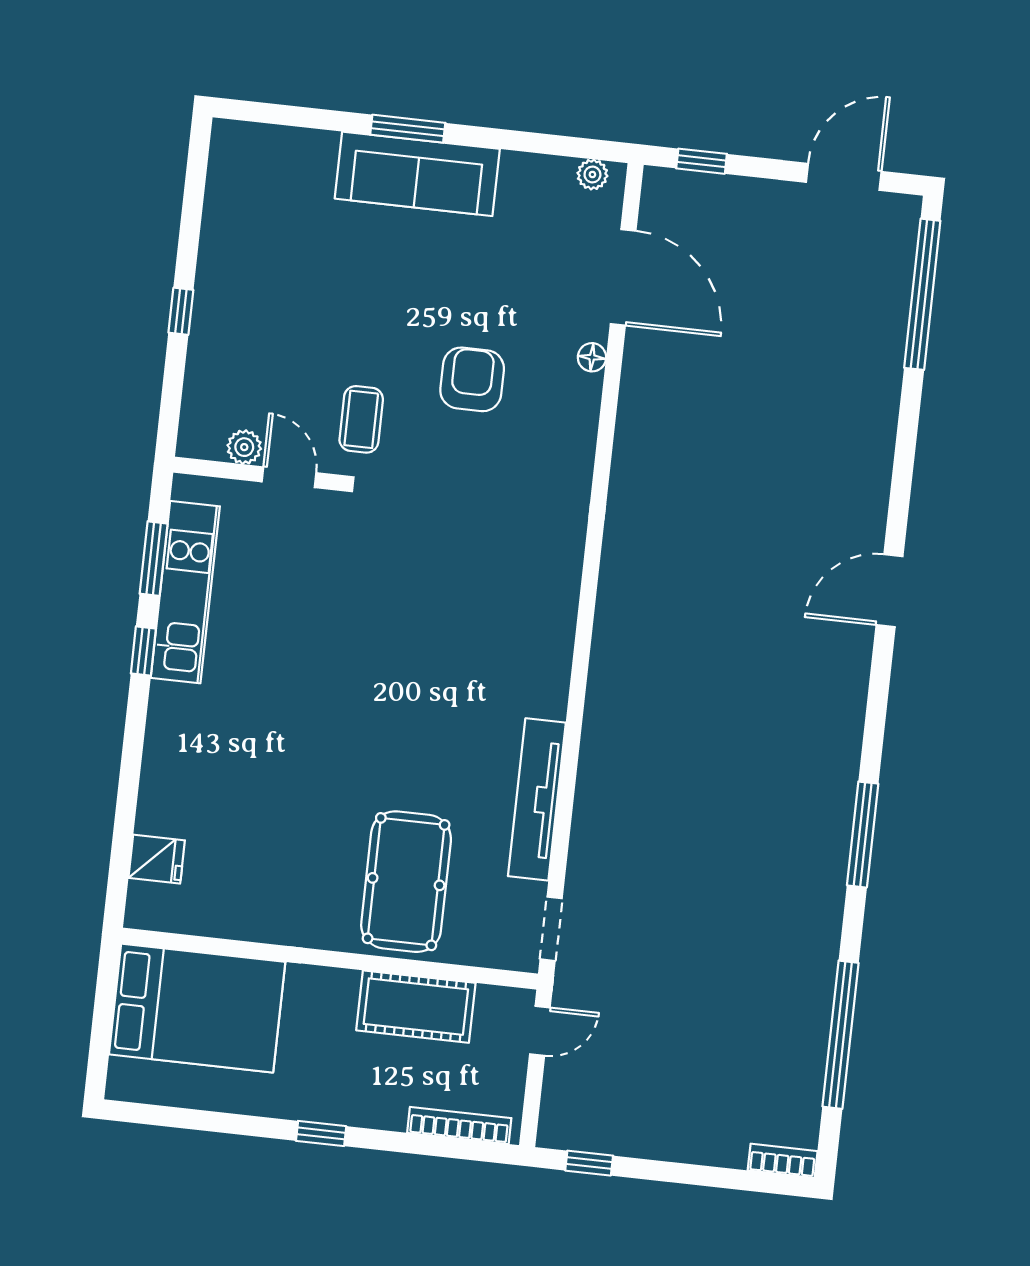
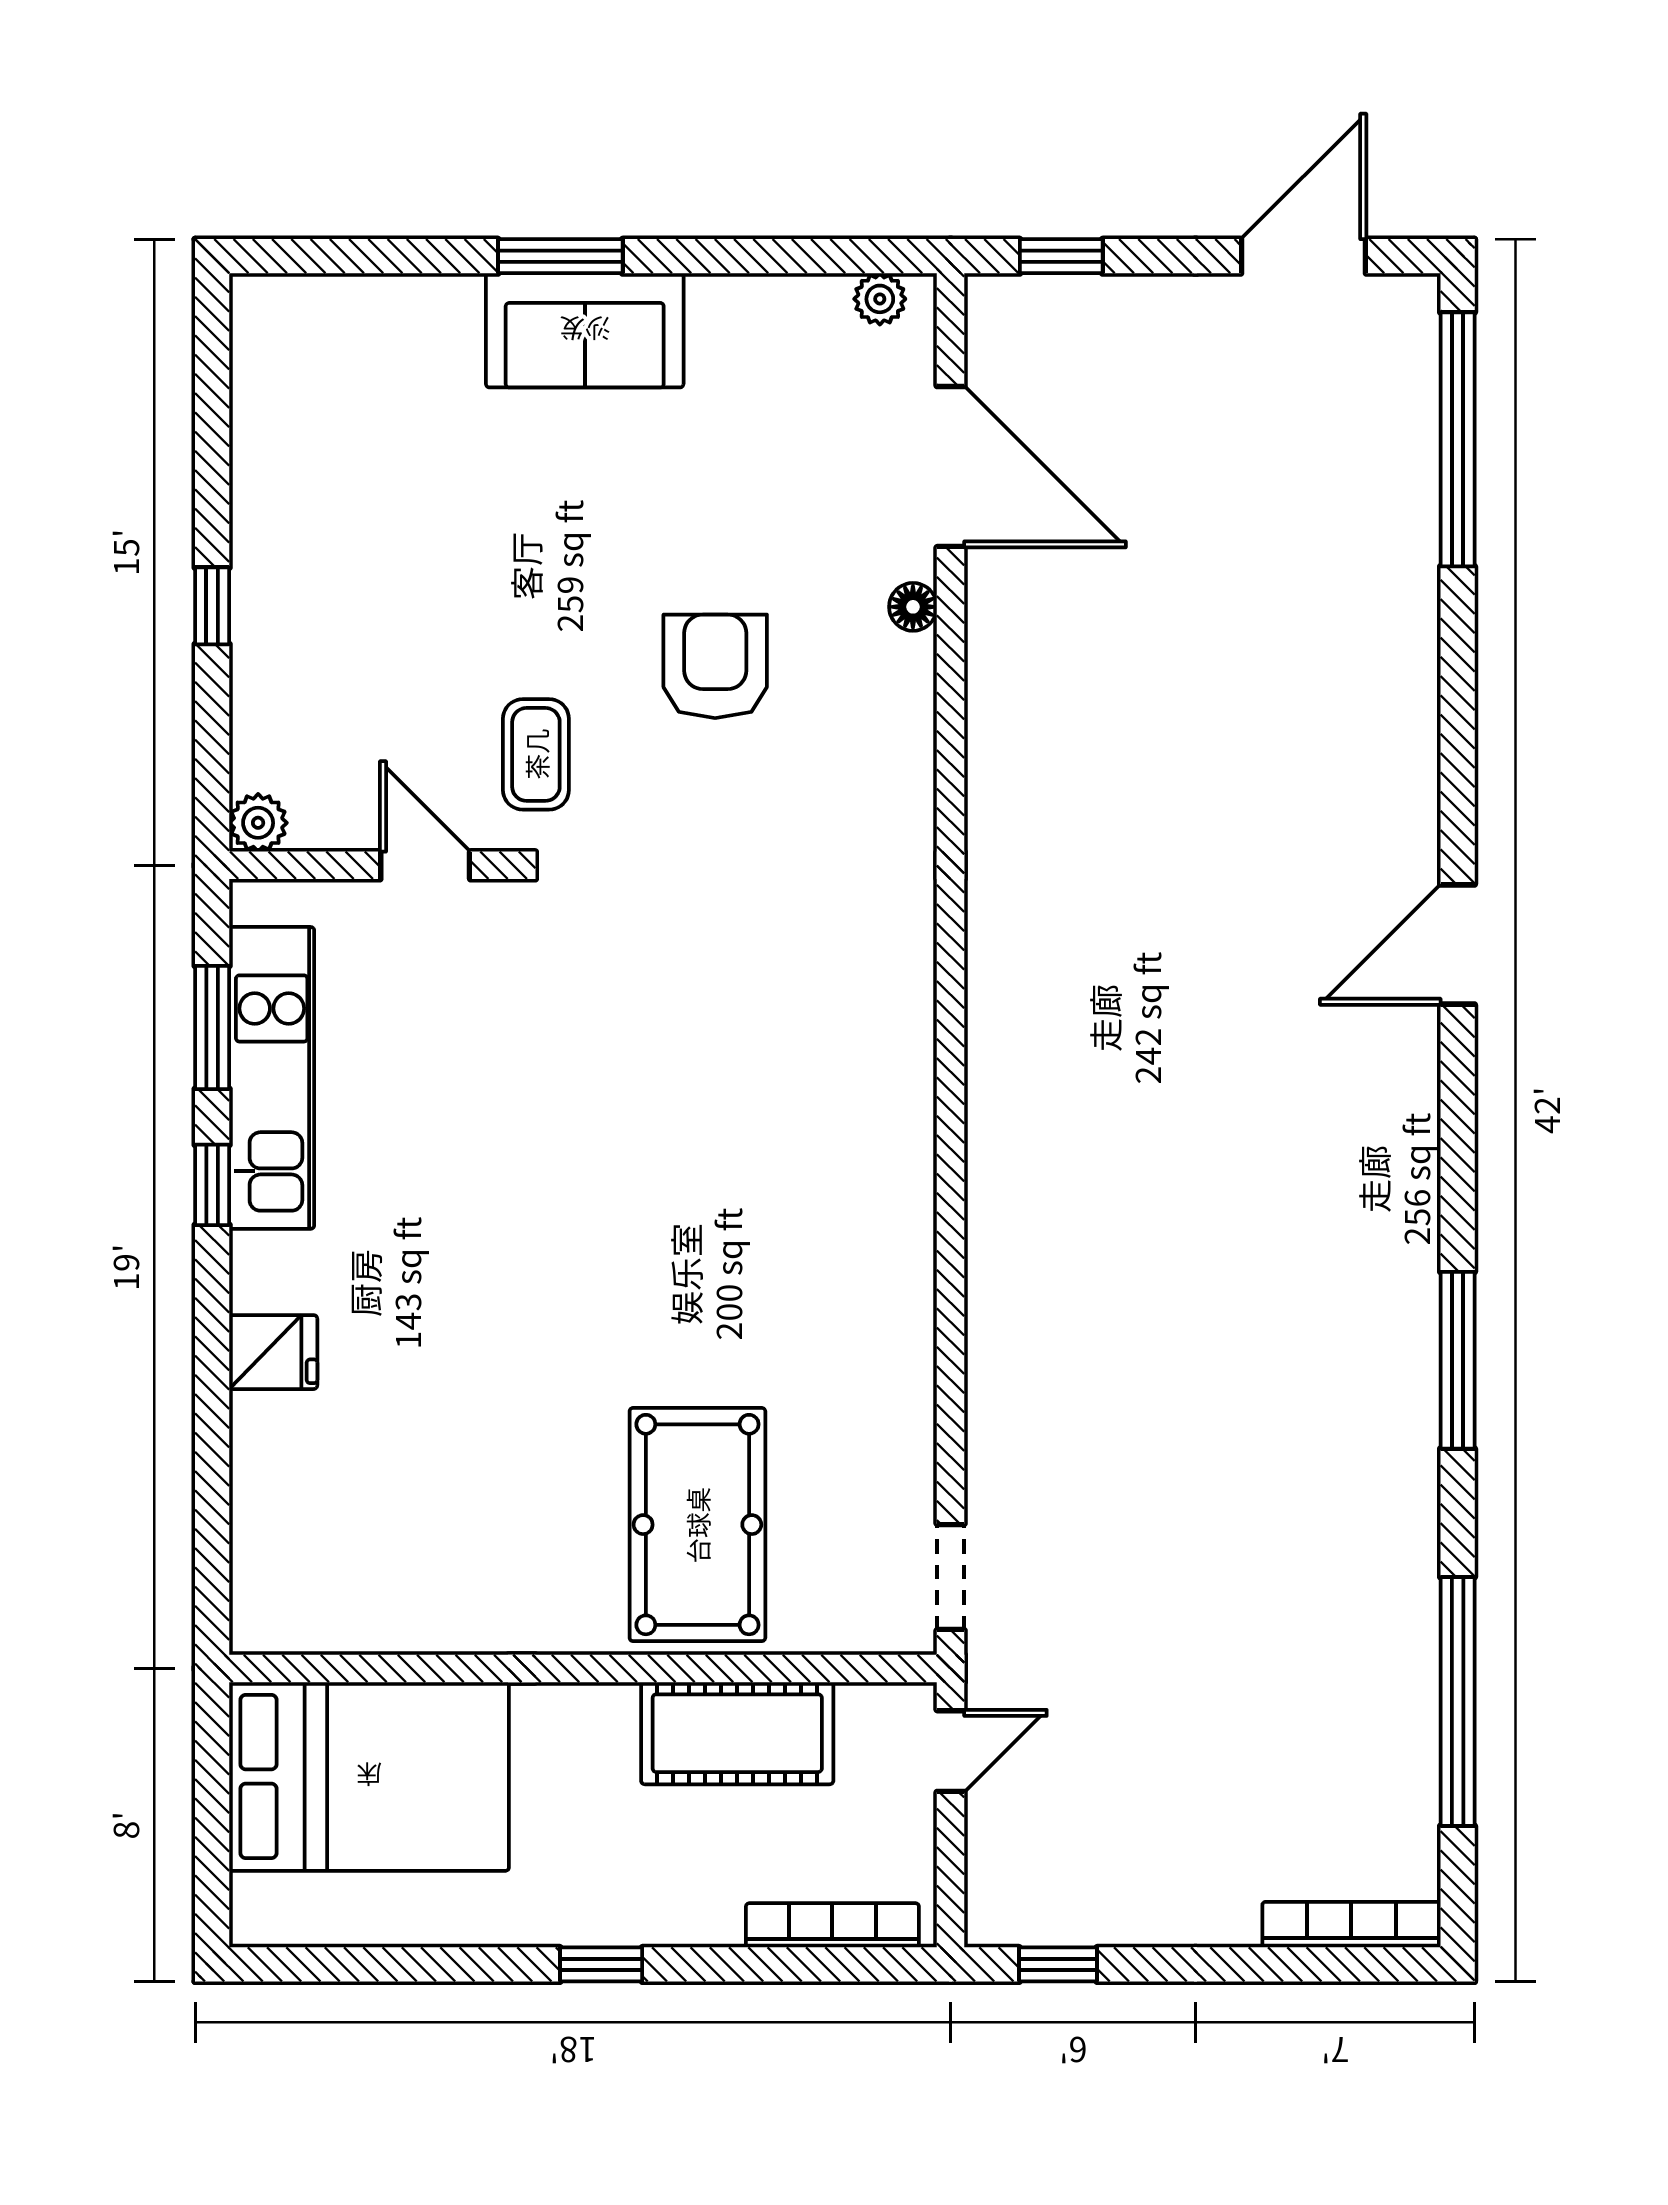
sofa: (417, 174) -> (585, 330), width x0.73
plant: (244, 447) -> (258, 823), moved
tv unit: (537, 799) -> (902, 1362), removed
fridge: (157, 859) -> (273, 1352), moved
bookcase: (783, 1161) -> (1351, 1925), width x1.56

